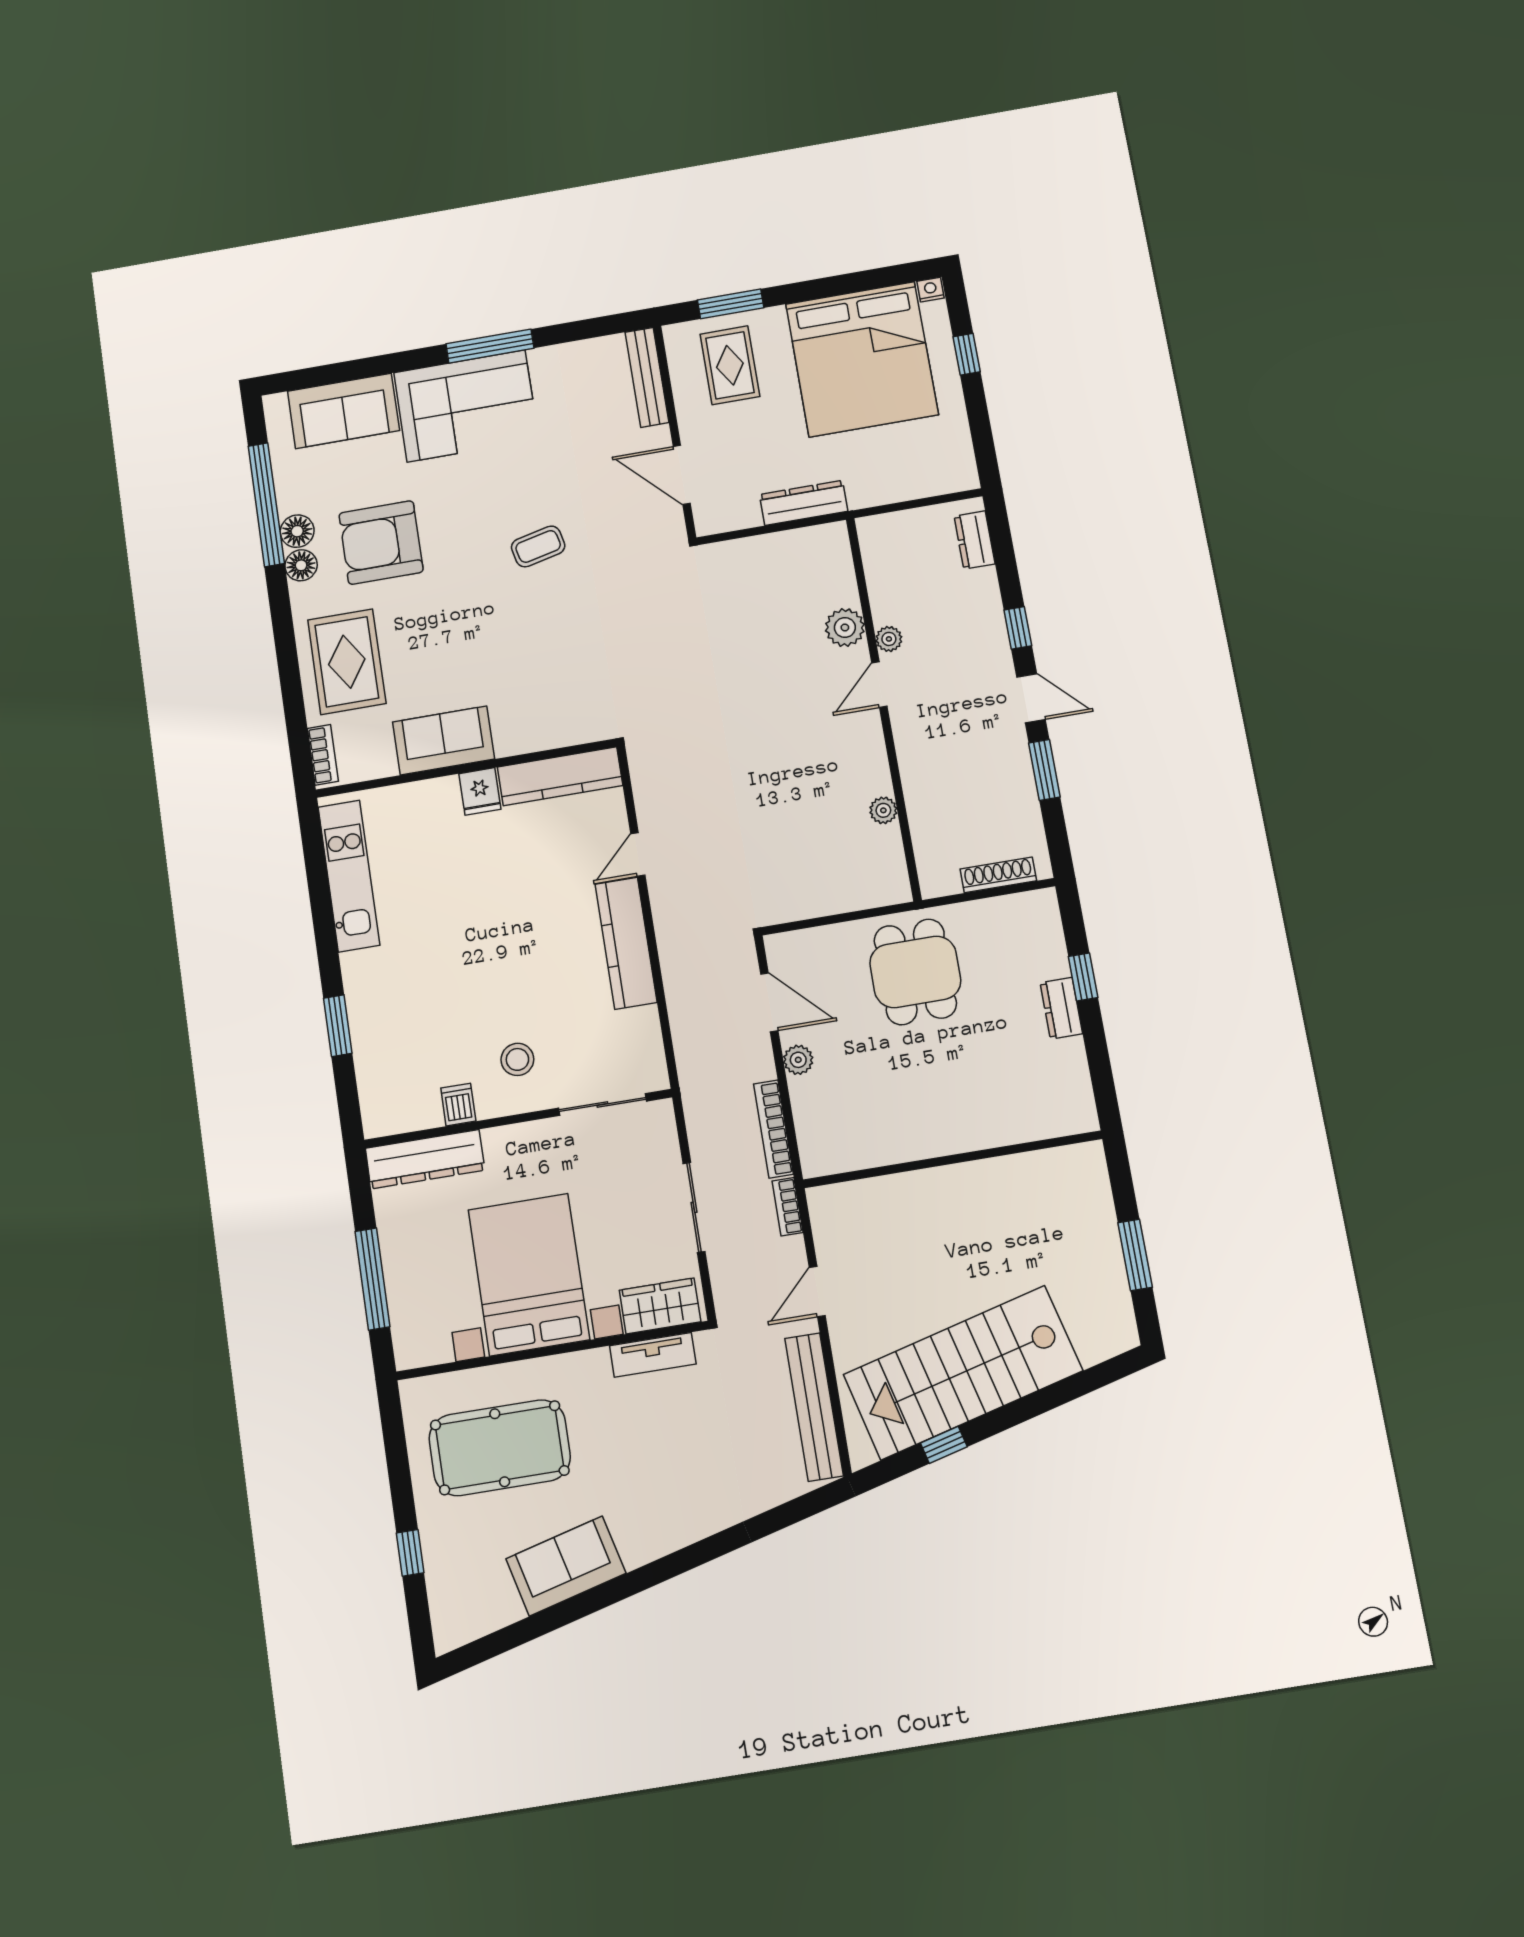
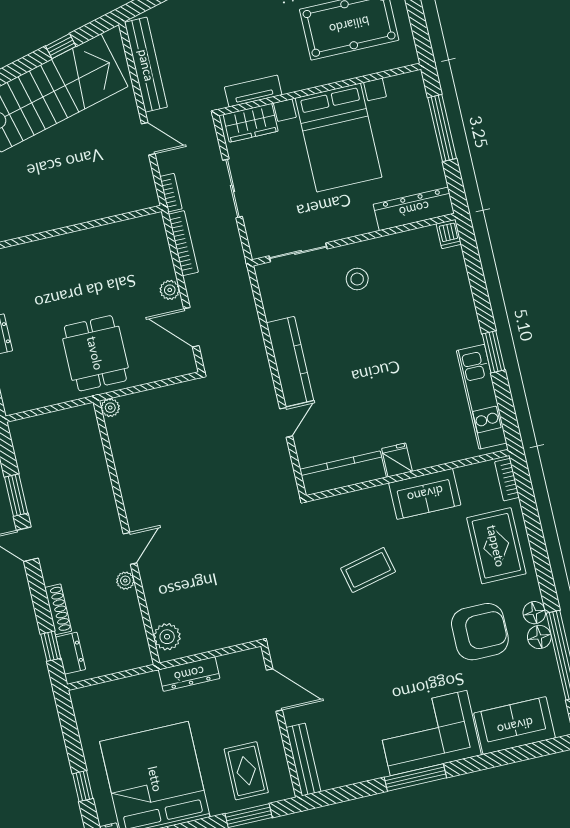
coffee table: (538, 546) -> (368, 570), moved, width x1.36, depth x1.30
plant: (845, 627) -> (167, 637), moved
window: (1018, 628) -> (51, 646), moved
plant: (883, 810) -> (110, 408), moved
shoe rack: (998, 875) -> (58, 609), moved, turned -90
window: (338, 1026) -> (493, 352), moved
dishwasher: (458, 1105) -> (449, 234), moved
door: (817, 1292) -> (148, 139), hinge flipped

